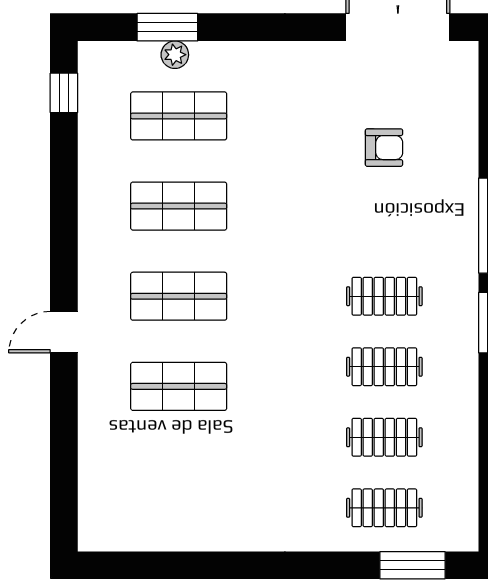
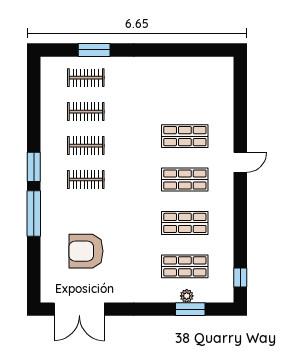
armchair: (384, 148) -> (86, 251), width x1.88, depth x1.88
window: (412, 565) -> (94, 50), moved

